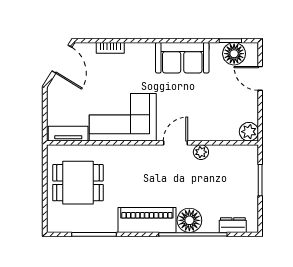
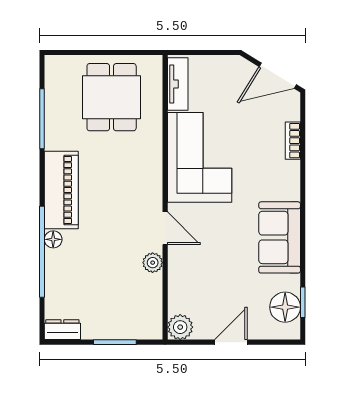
door: (260, 78) -> (231, 342), moved
floor lamp: (189, 220) -> (53, 239), width x0.53, depth x0.53
dresser: (233, 225) -> (62, 330), moved, turned -90

